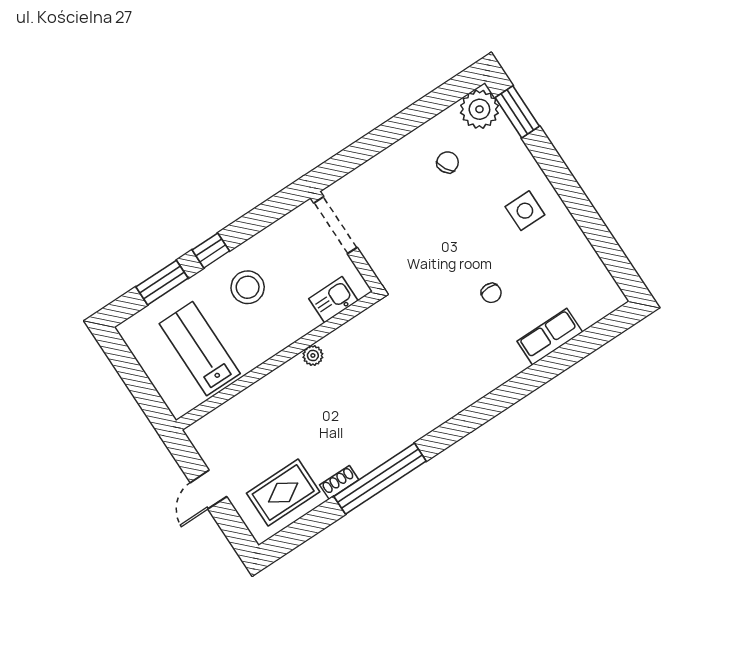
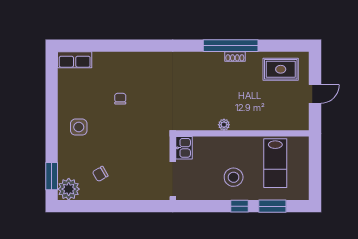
kitchen sink: (333, 300) -> (184, 148), moved, turned -90
row of seats: (550, 337) -> (75, 60), moved
shoe rack: (339, 482) -> (235, 57), moved

